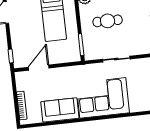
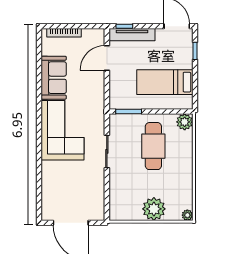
cafe table: (108, 21) -> (153, 146), width x1.37, depth x1.35
tv unit: (17, 49) -> (132, 35), added
door: (39, 68) -> (107, 58), swing flipped

